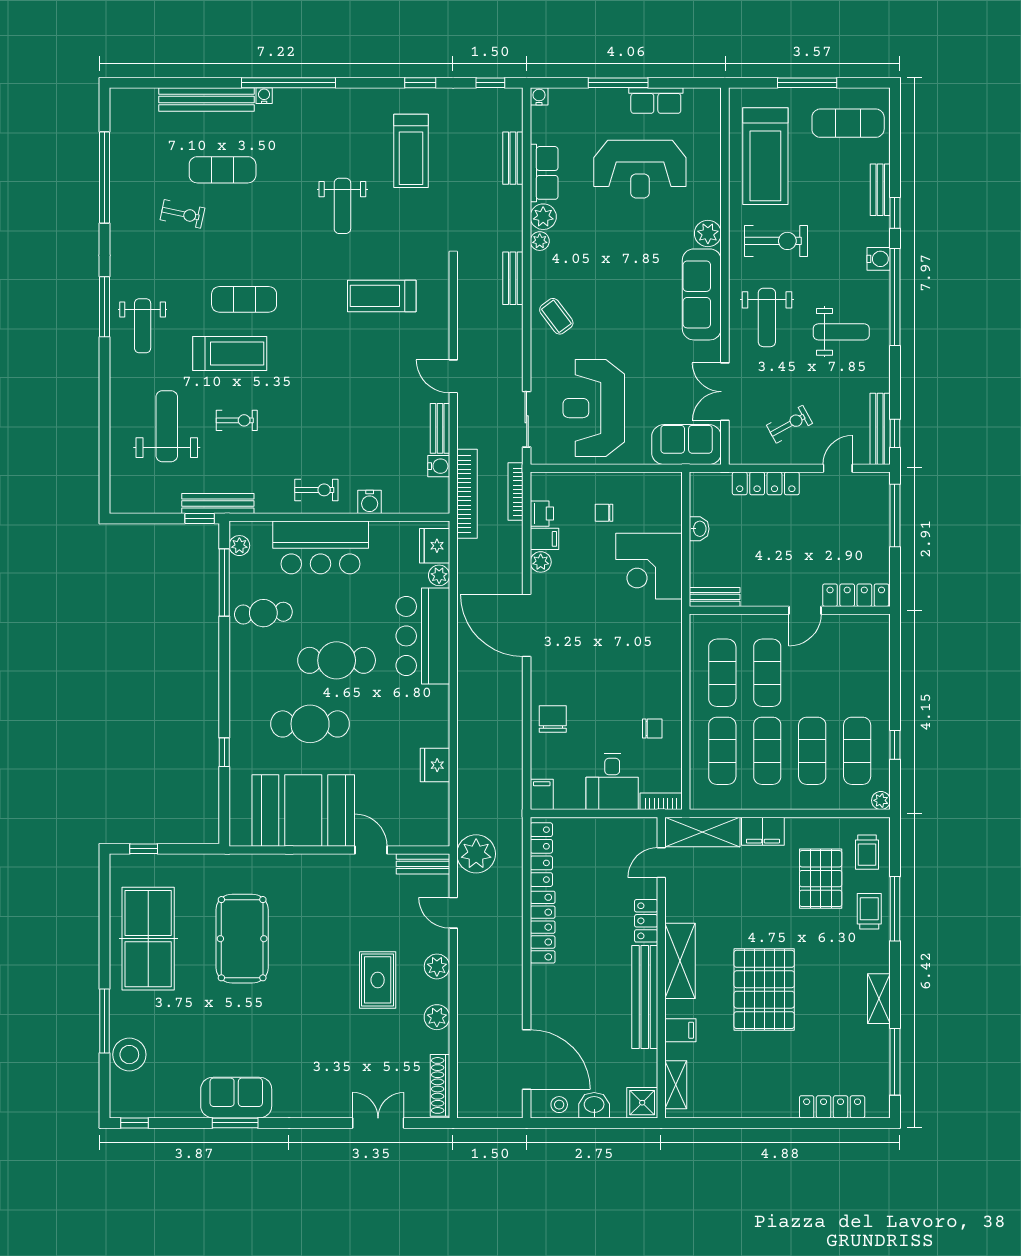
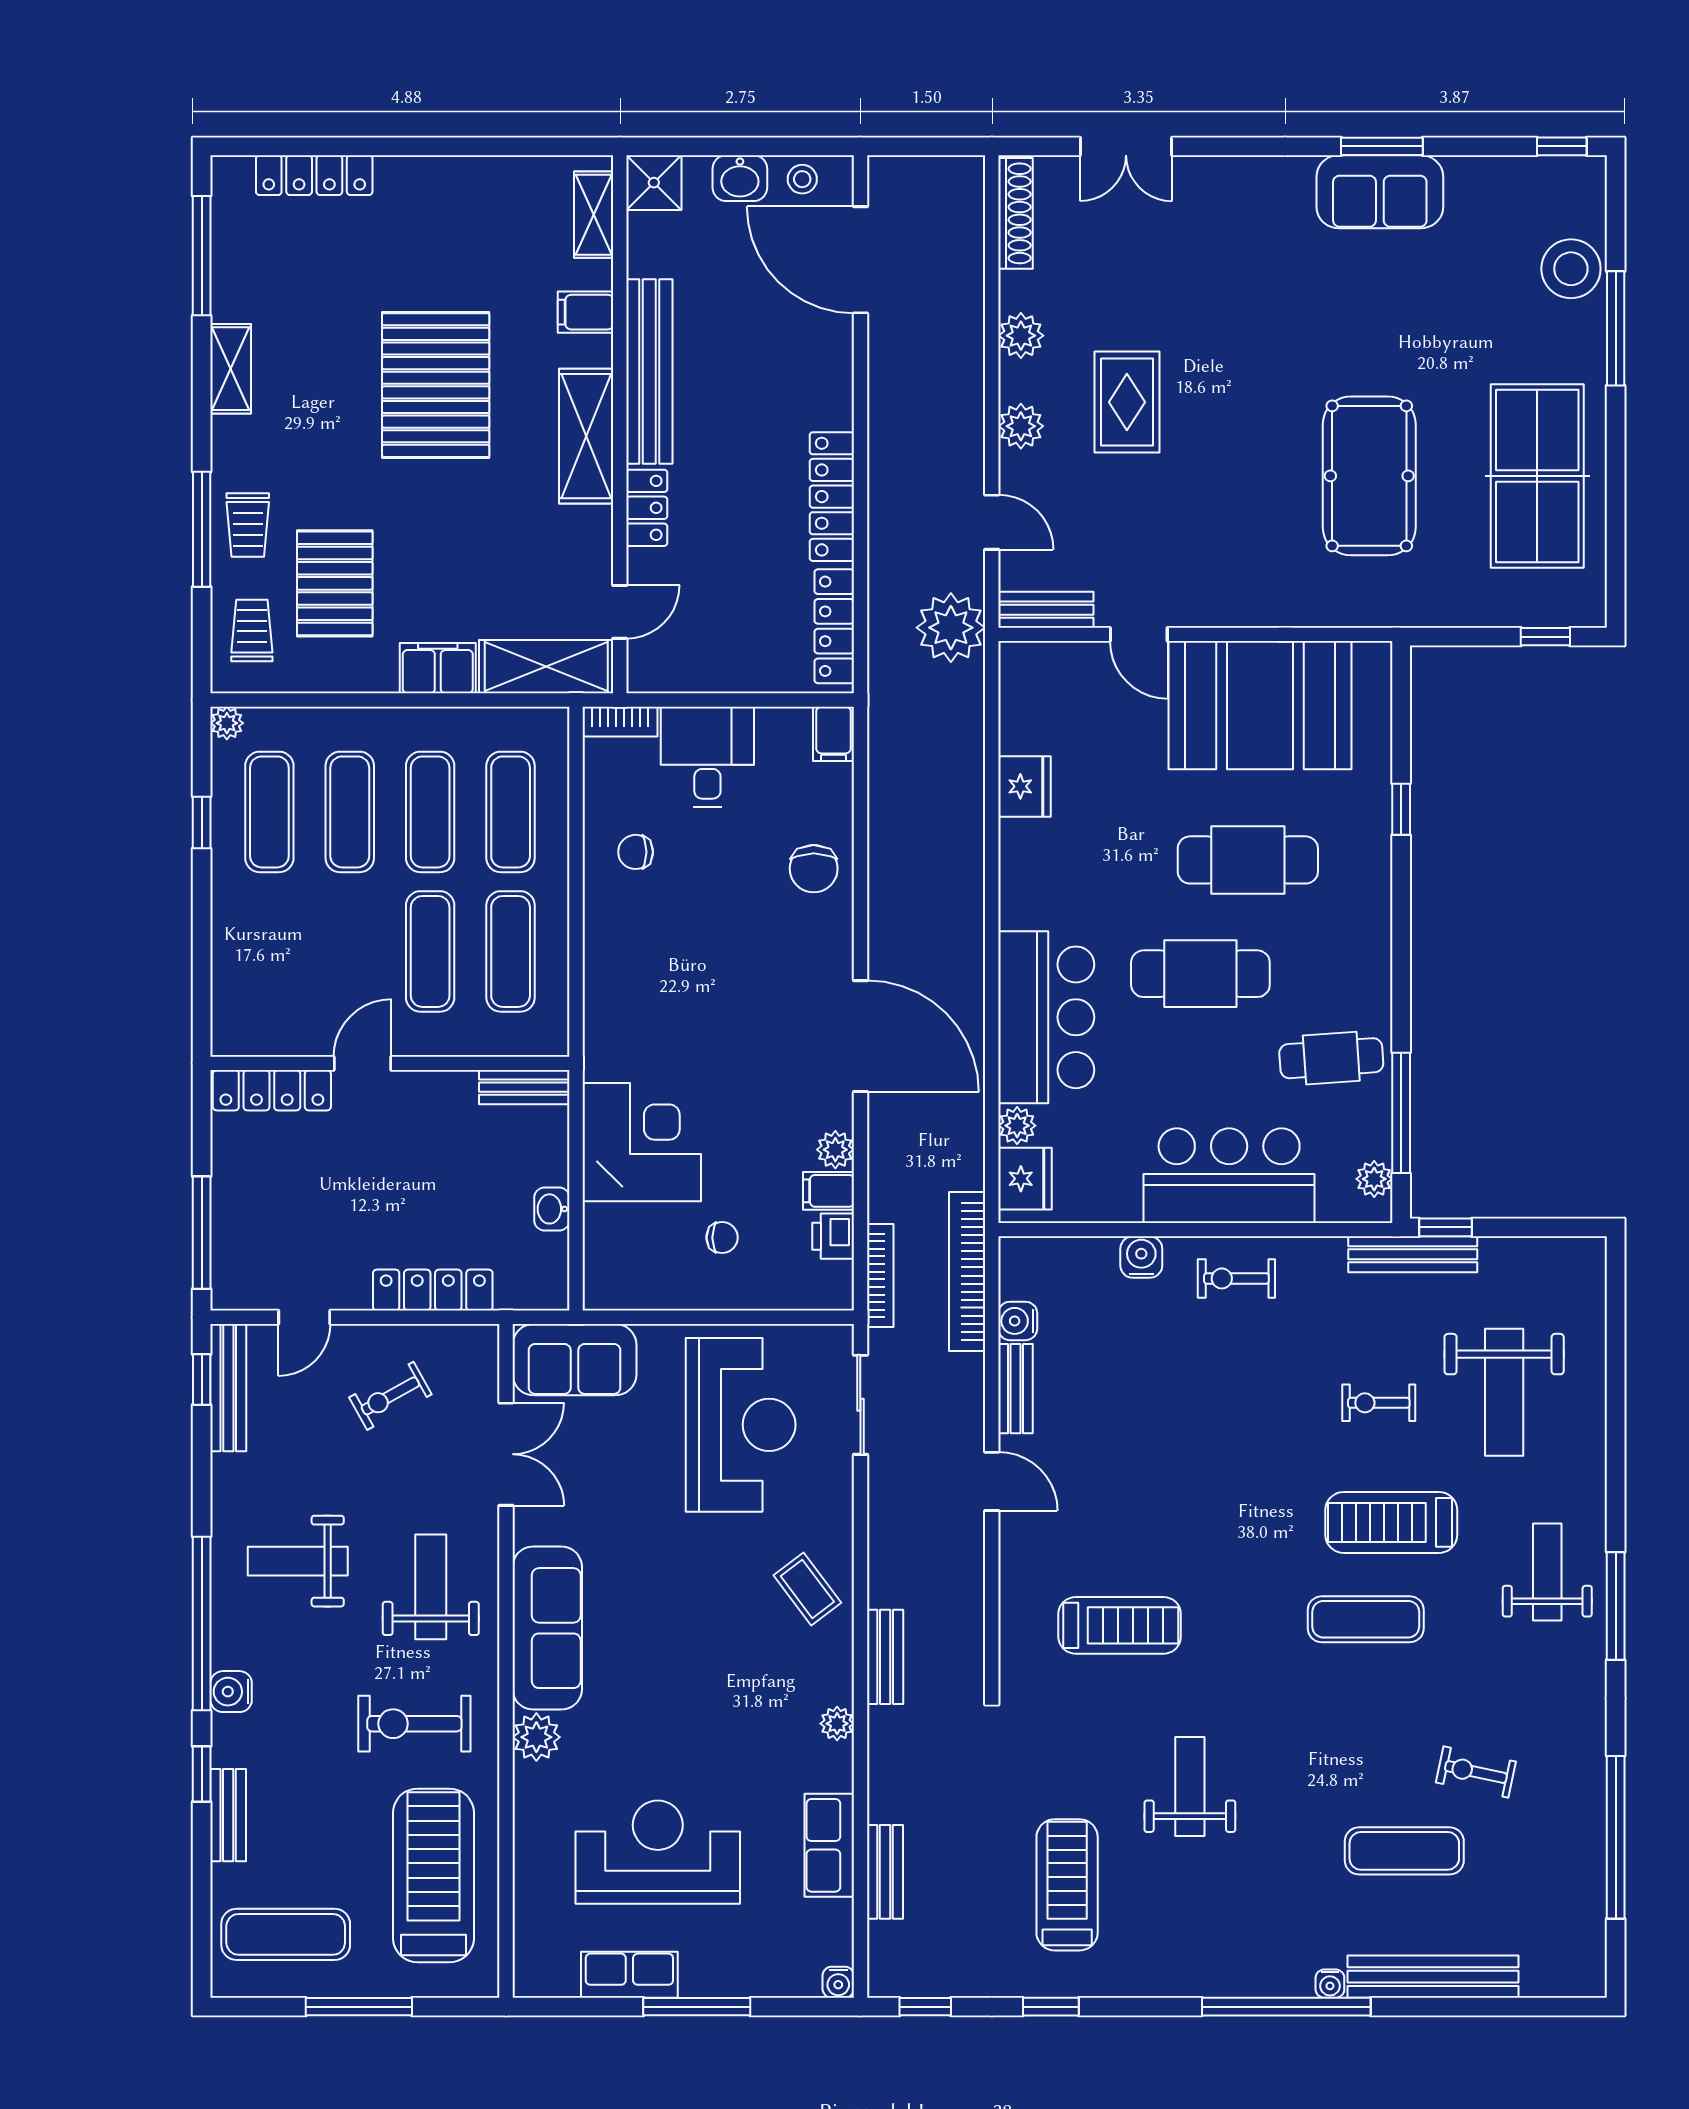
plant: (543, 217) -> (831, 1767), removed

